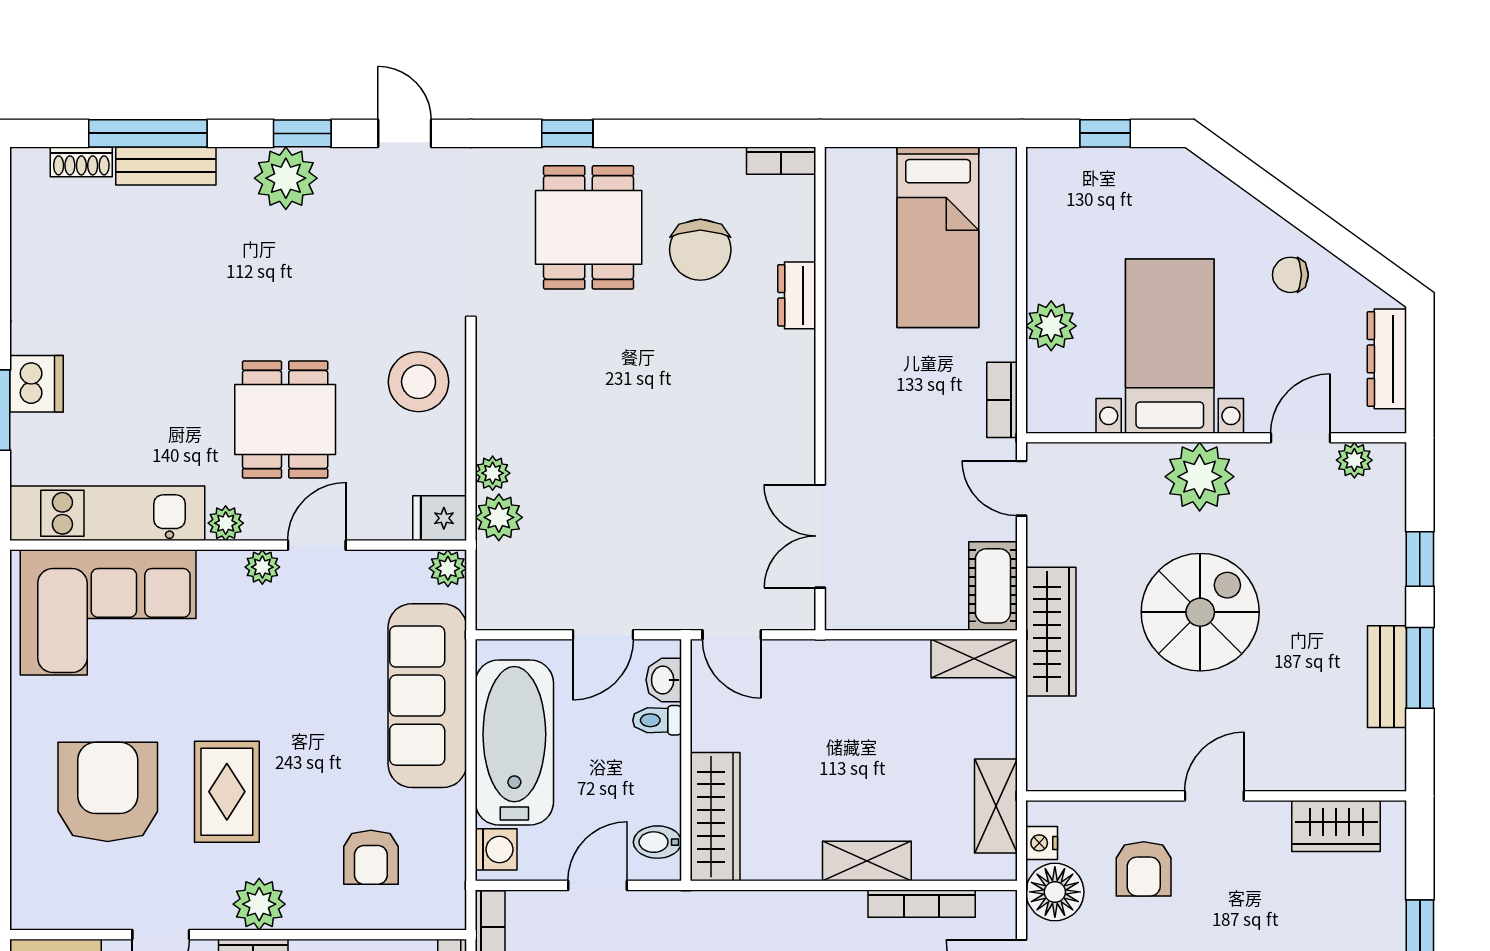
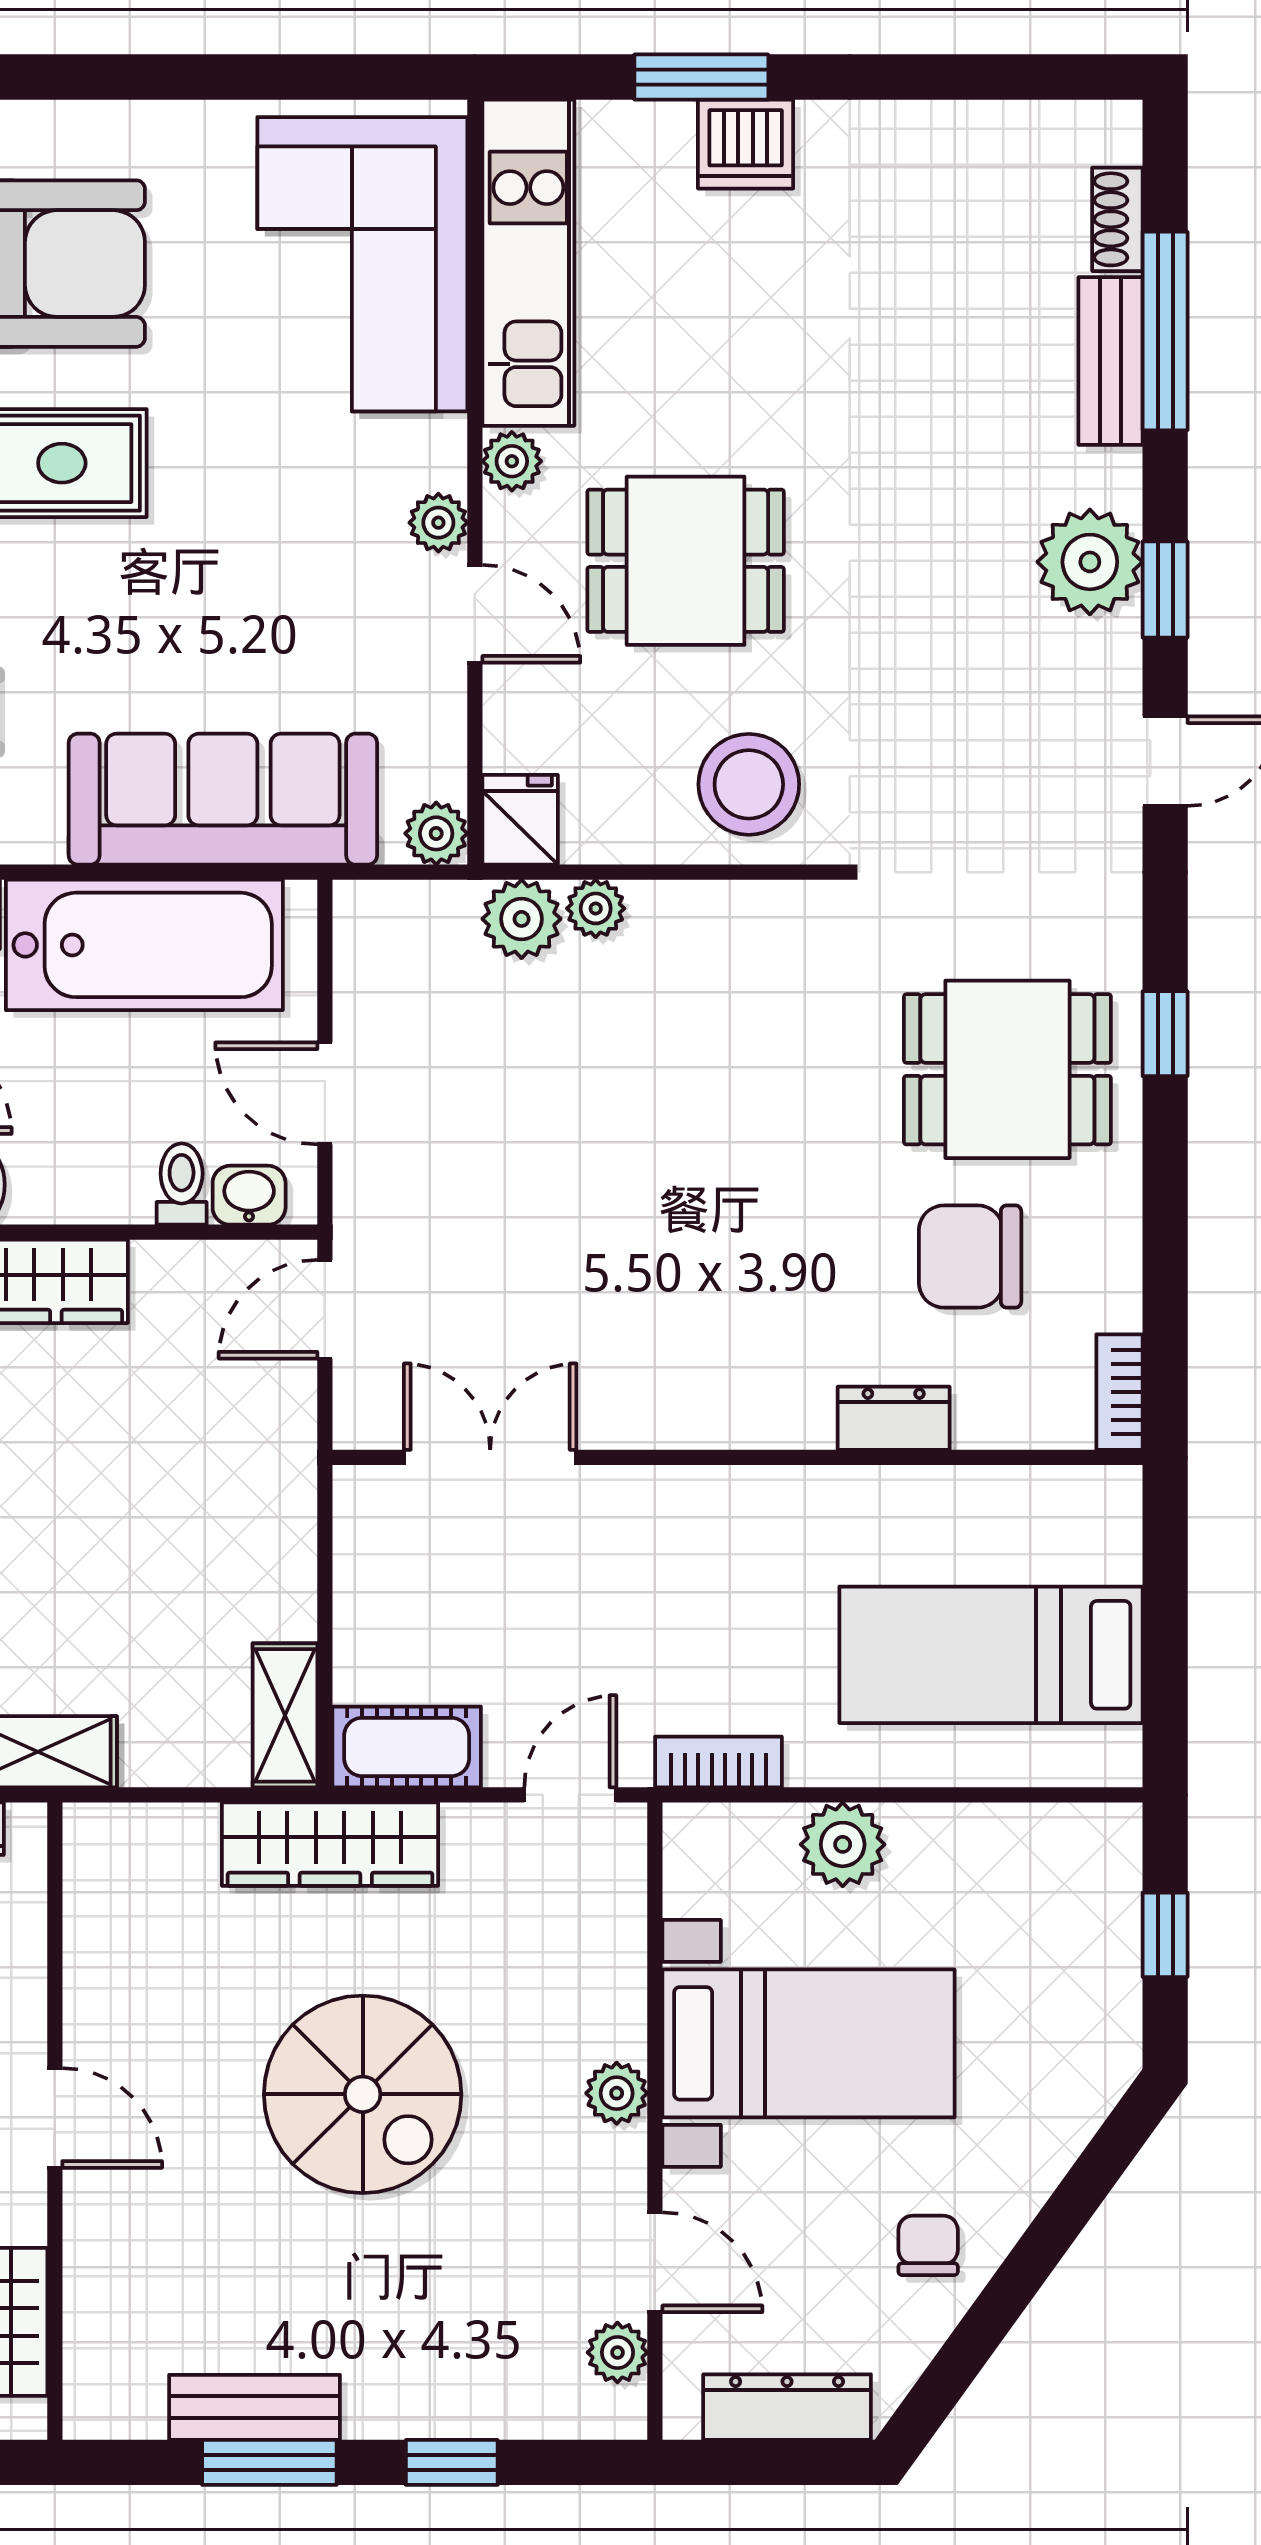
plant: (1200, 477) -> (617, 2093), width x0.53, depth x0.53

